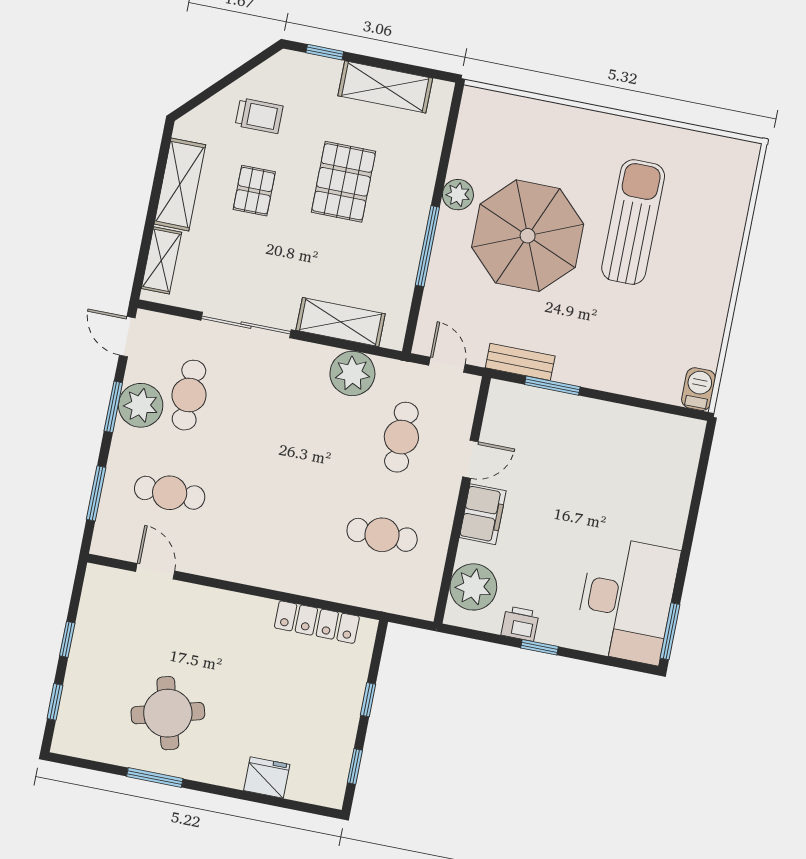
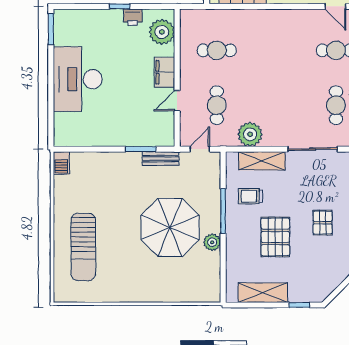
trolley: (259, 116) -> (251, 196), moved
sun lounger: (633, 222) -> (83, 247), moved
door: (447, 365) -> (200, 149), swing flipped
desk: (627, 600) -> (78, 79), moved

